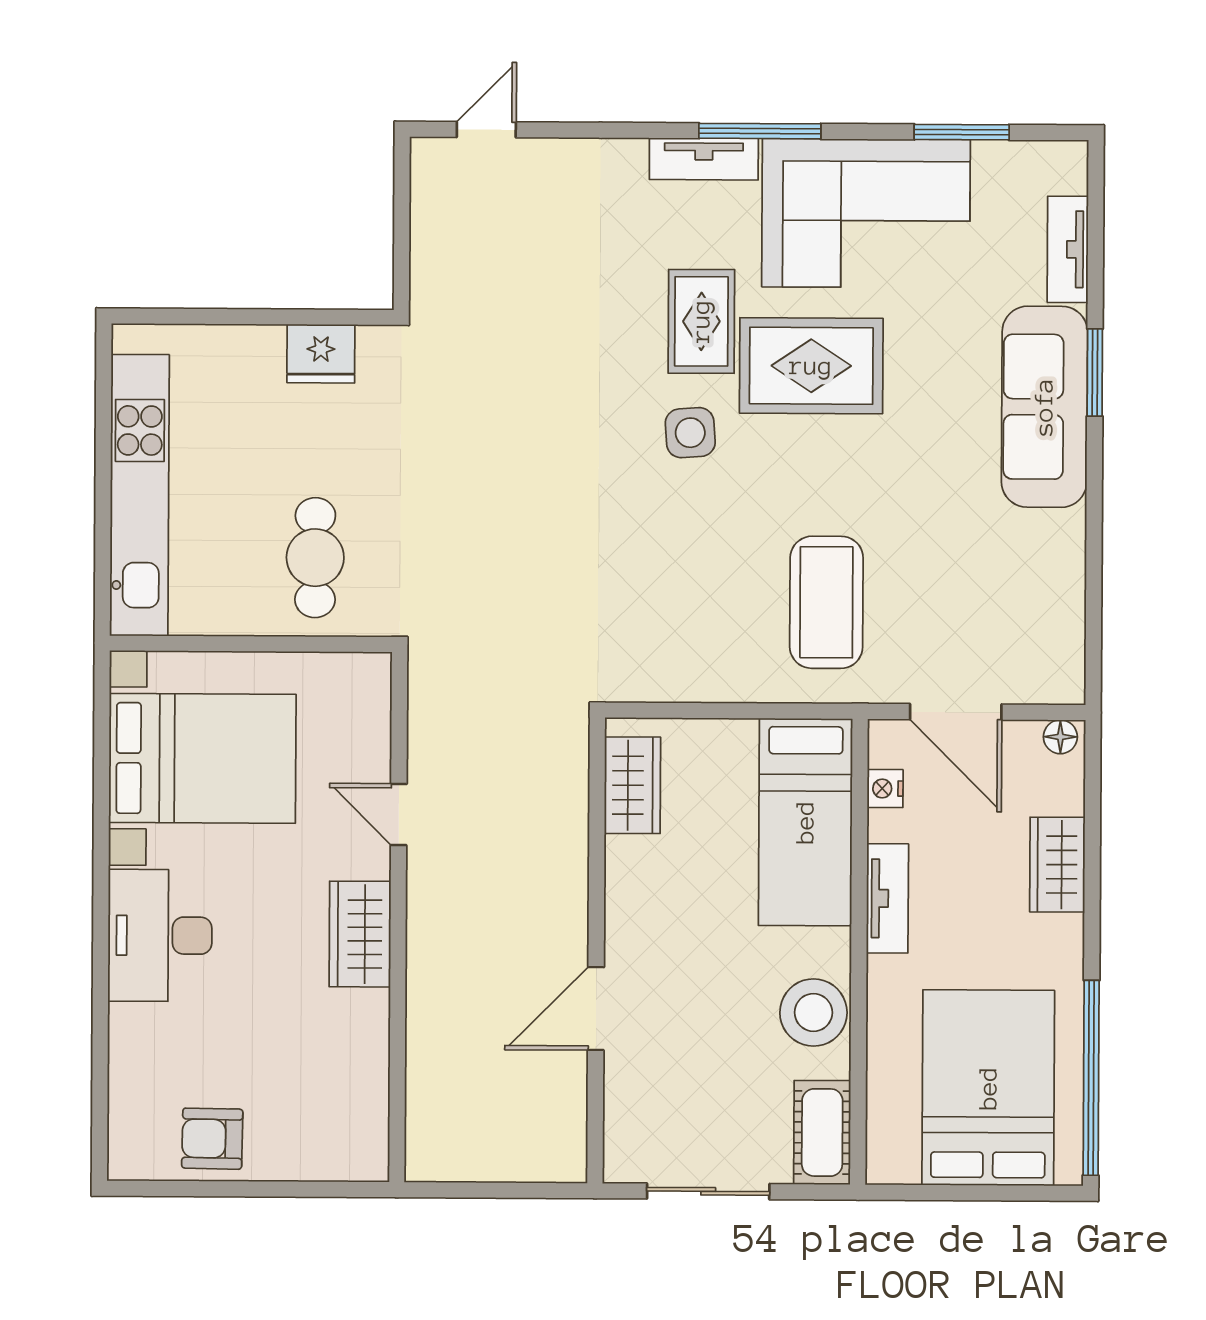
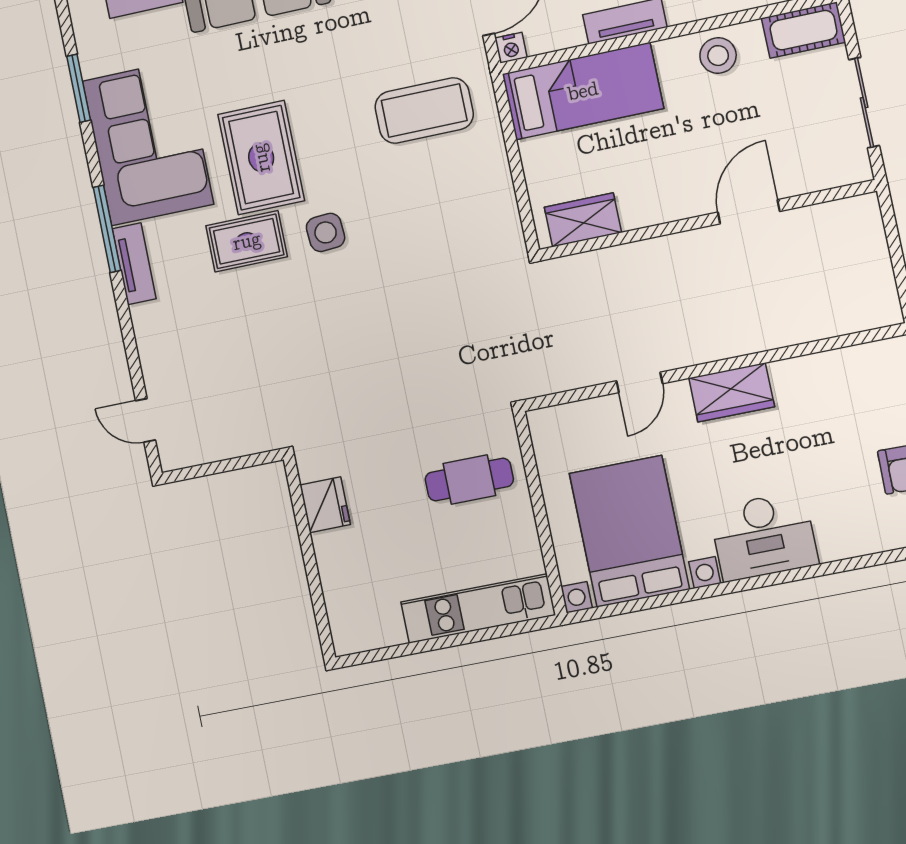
kitchen unit: (139, 495) -> (478, 608), width x0.73
nightstand: (885, 789) -> (511, 48), moved
door: (596, 1009) -> (749, 212), swing flipped
stool: (813, 1012) -> (718, 56), width x0.73, depth x0.73

